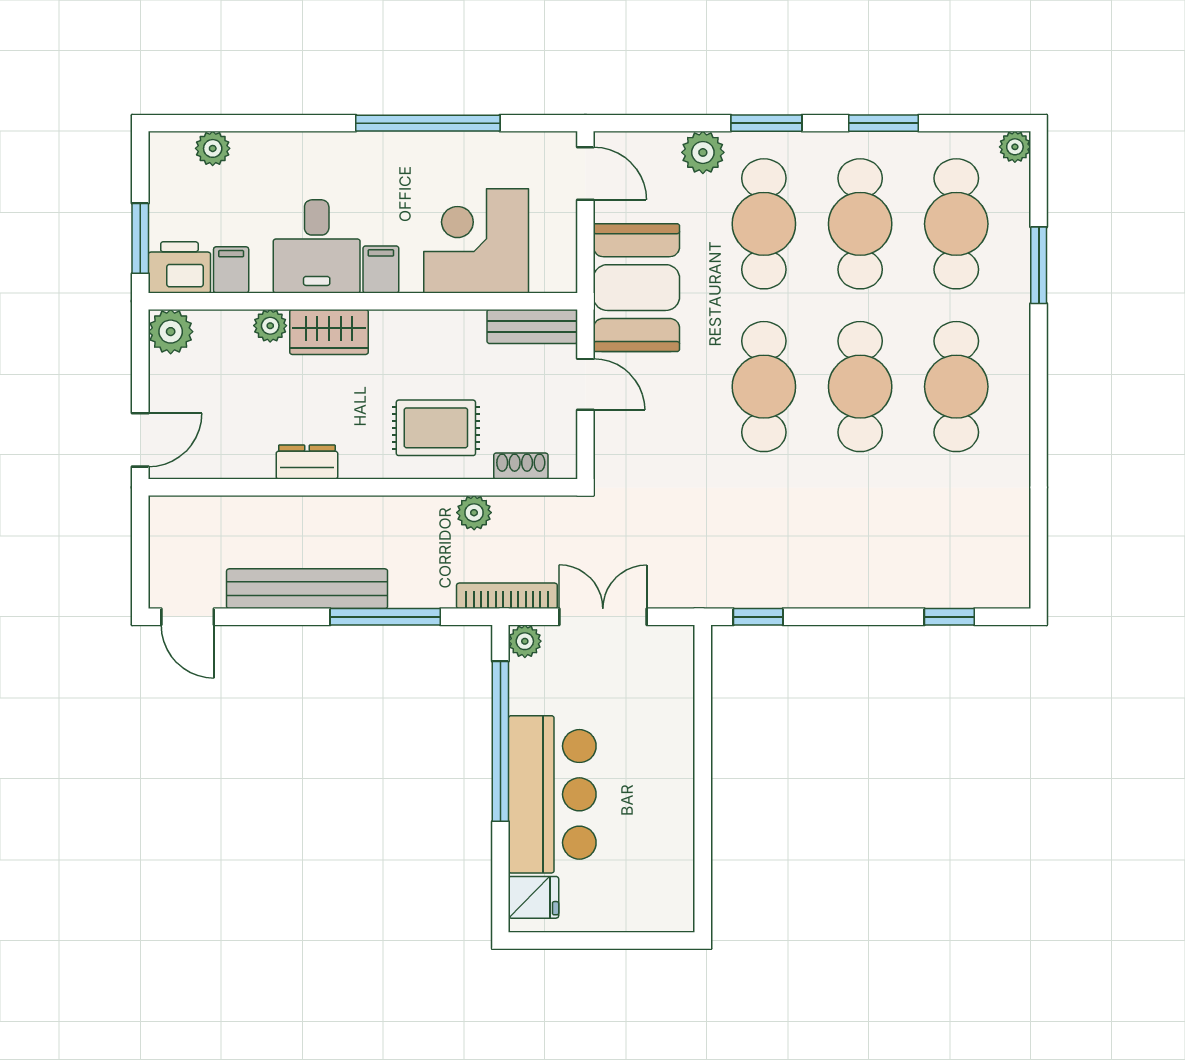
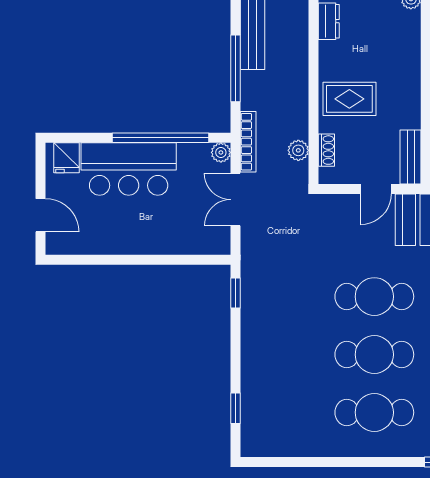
wardrobe: (329, 332) -> (407, 34), removed
rug: (436, 428) -> (349, 99), turned 90
plant: (474, 513) -> (298, 150), moved
double door: (603, 617) -> (236, 200), swing flipped
door: (629, 941) -> (41, 215), added

